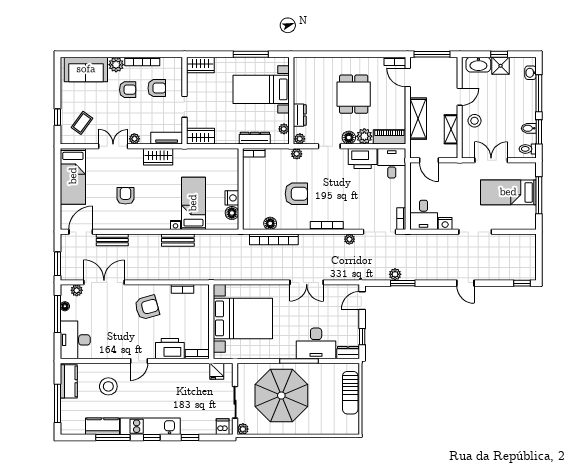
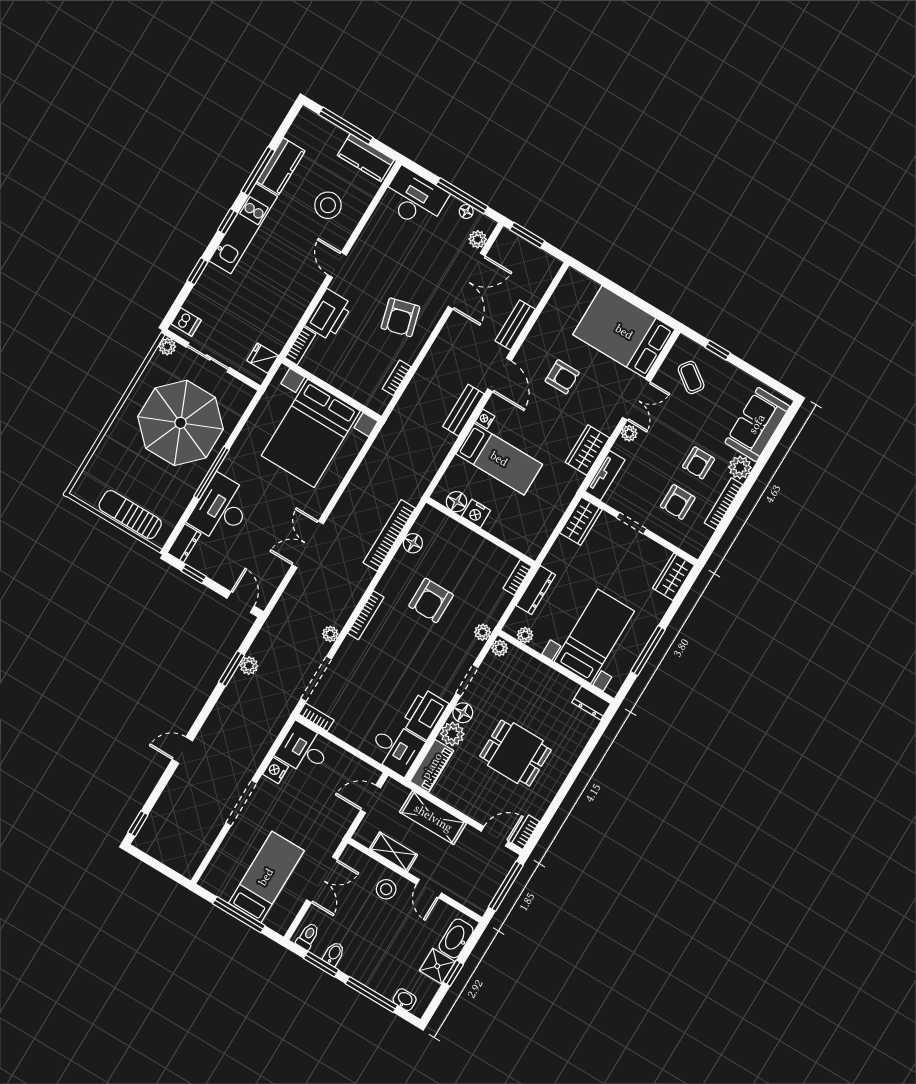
dresser: (300, 115) -> (591, 703), moved
bed: (73, 176) -> (624, 332), width x1.50
door: (81, 232) -> (500, 375), moved

